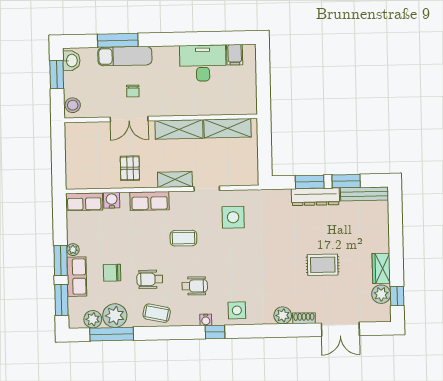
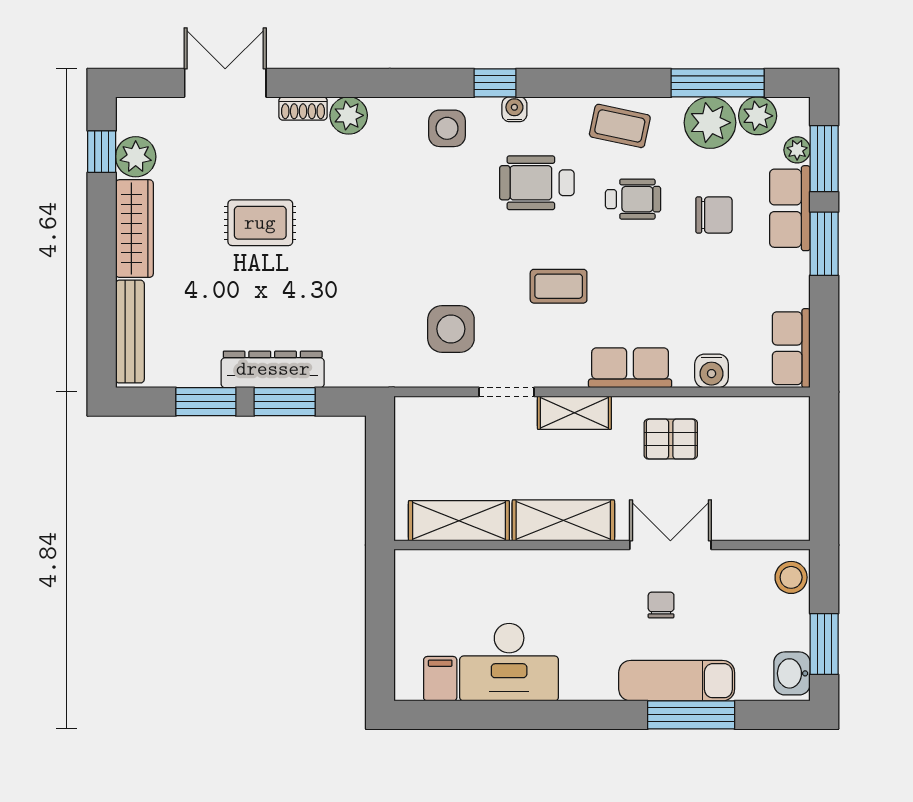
pallet: (130, 168) -> (671, 439), turned 90
bench: (365, 194) -> (130, 332), moved, turned 90
row of seats: (84, 202) -> (791, 348), moved, turned -90
plant: (73, 250) -> (797, 150), moved
wardrobe: (381, 268) -> (134, 229), width x1.50
wheelchair: (195, 286) -> (537, 183), width x1.36, depth x1.37

